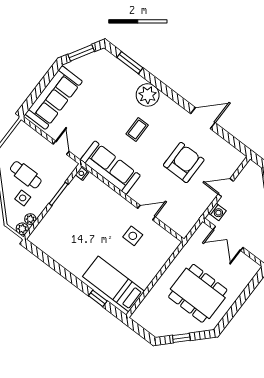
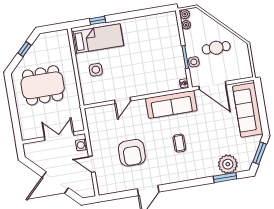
plant: (148, 95) -> (228, 164), moved
door: (61, 148) -> (212, 85), width x1.88
door: (226, 188) -> (92, 164), swing flipped
side table: (23, 198) -> (194, 62), moved
side table: (133, 236) -> (96, 70), moved

